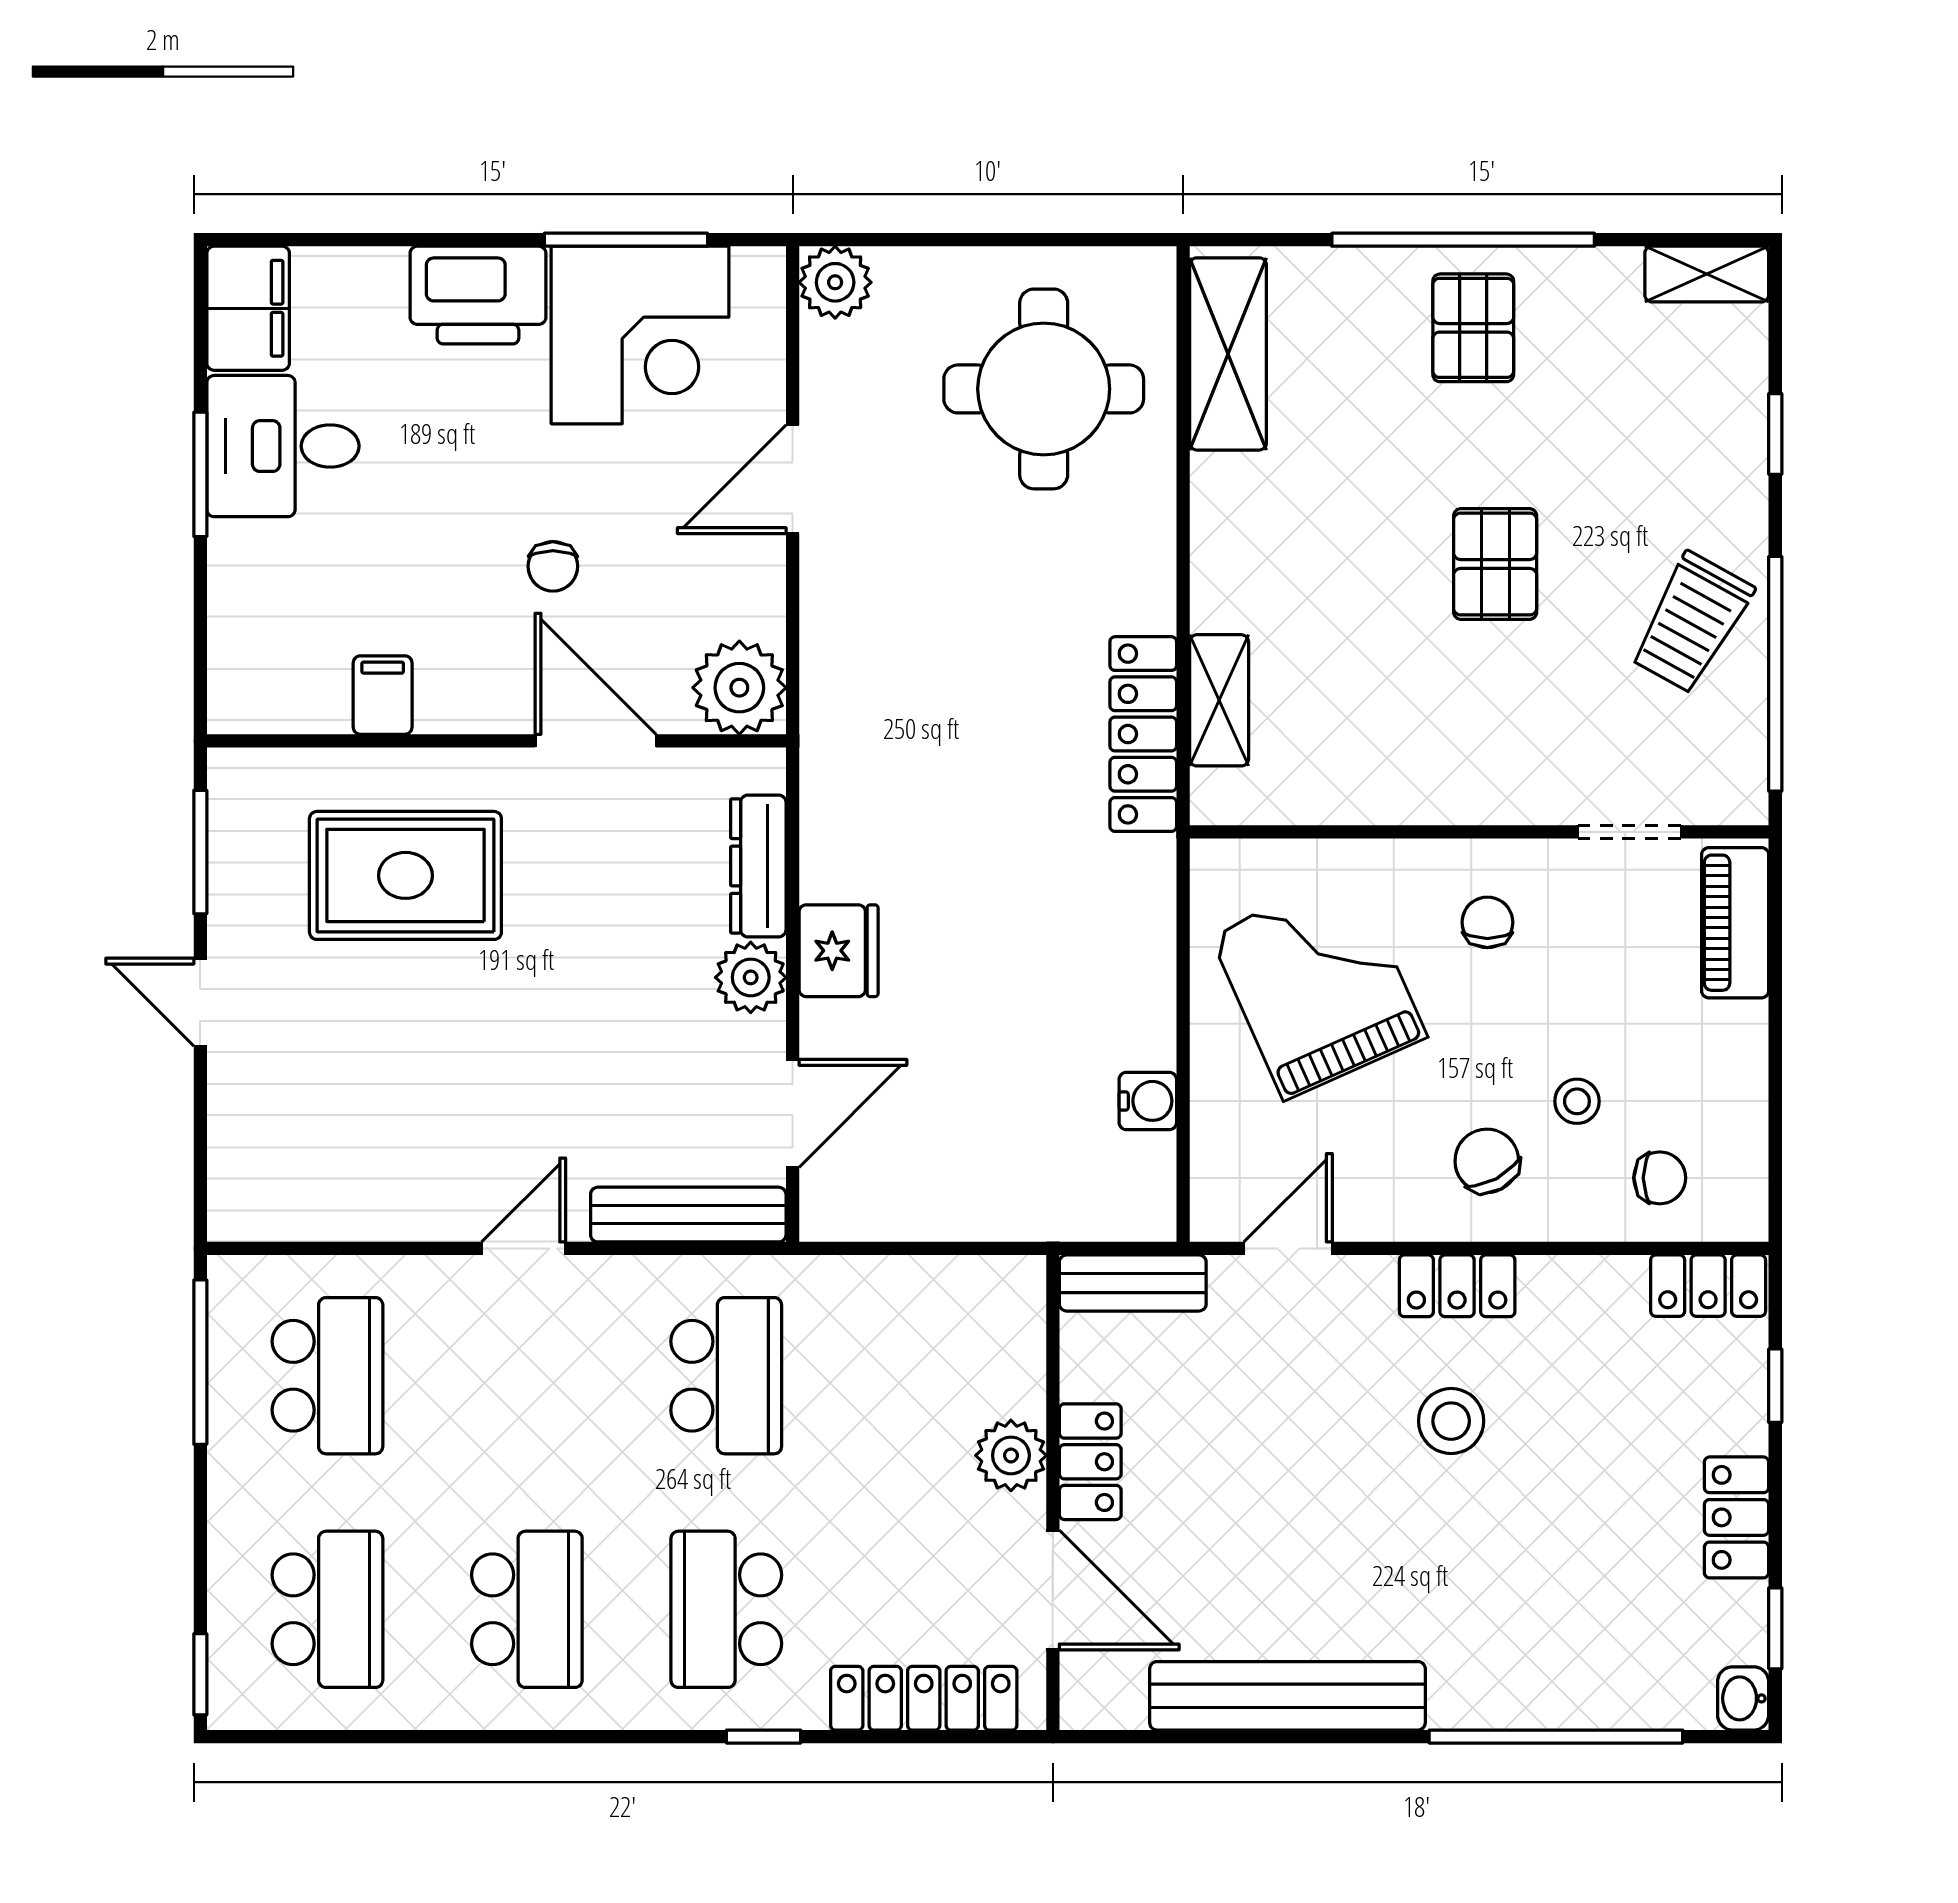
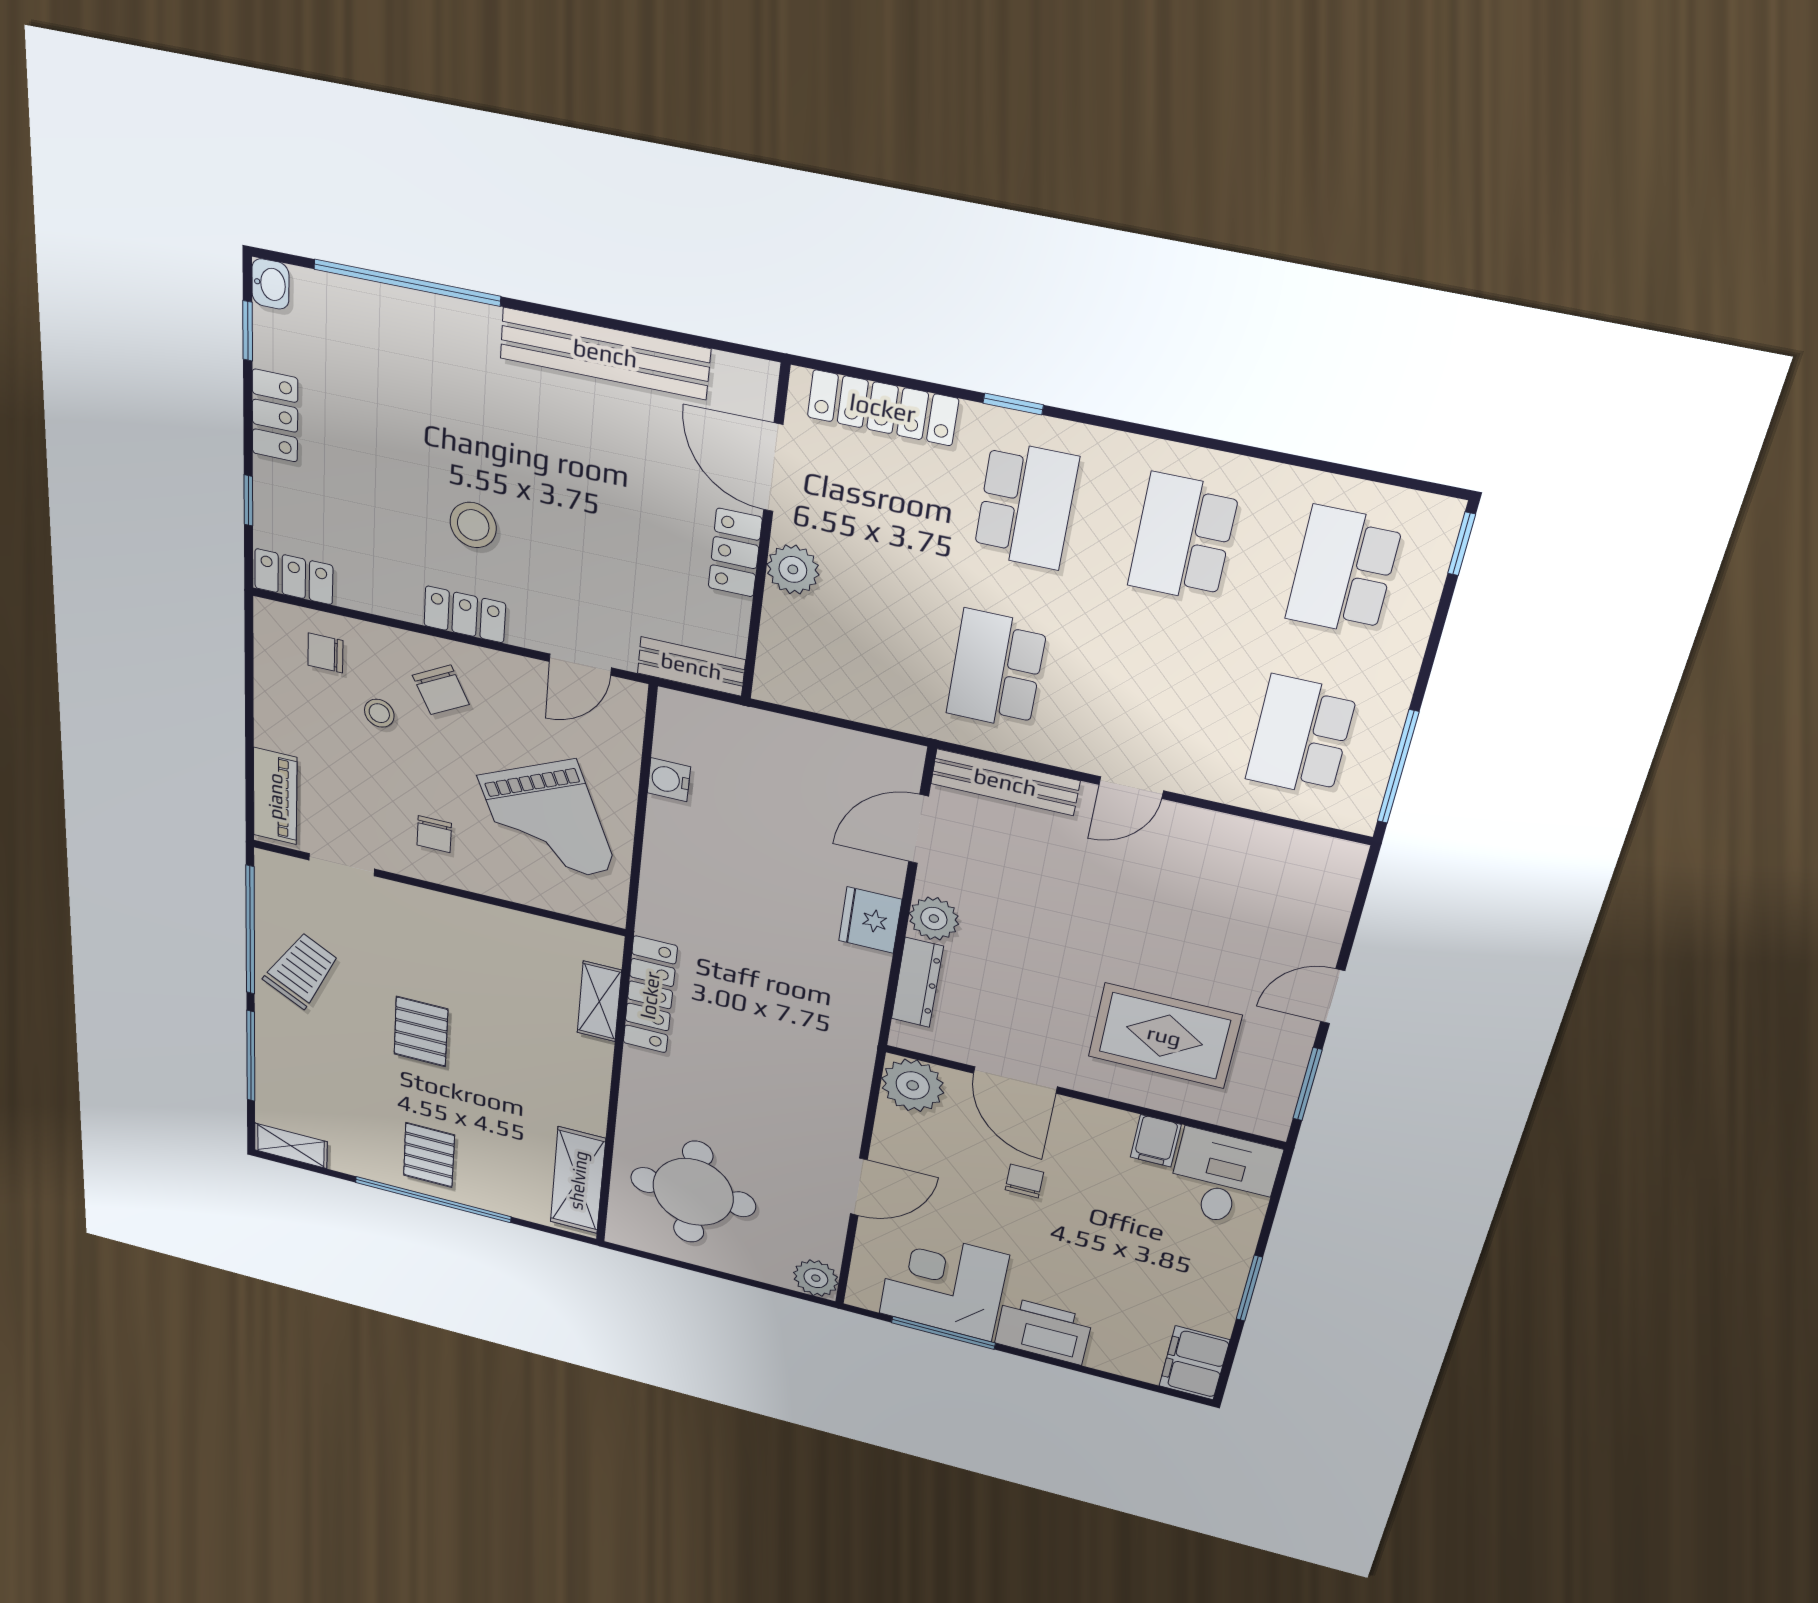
window: (1775, 434) -> (251, 1056), width x2.17
desk: (283, 446) -> (1223, 1179), moved, turned -90
door: (200, 1002) -> (1333, 996), swing flipped

